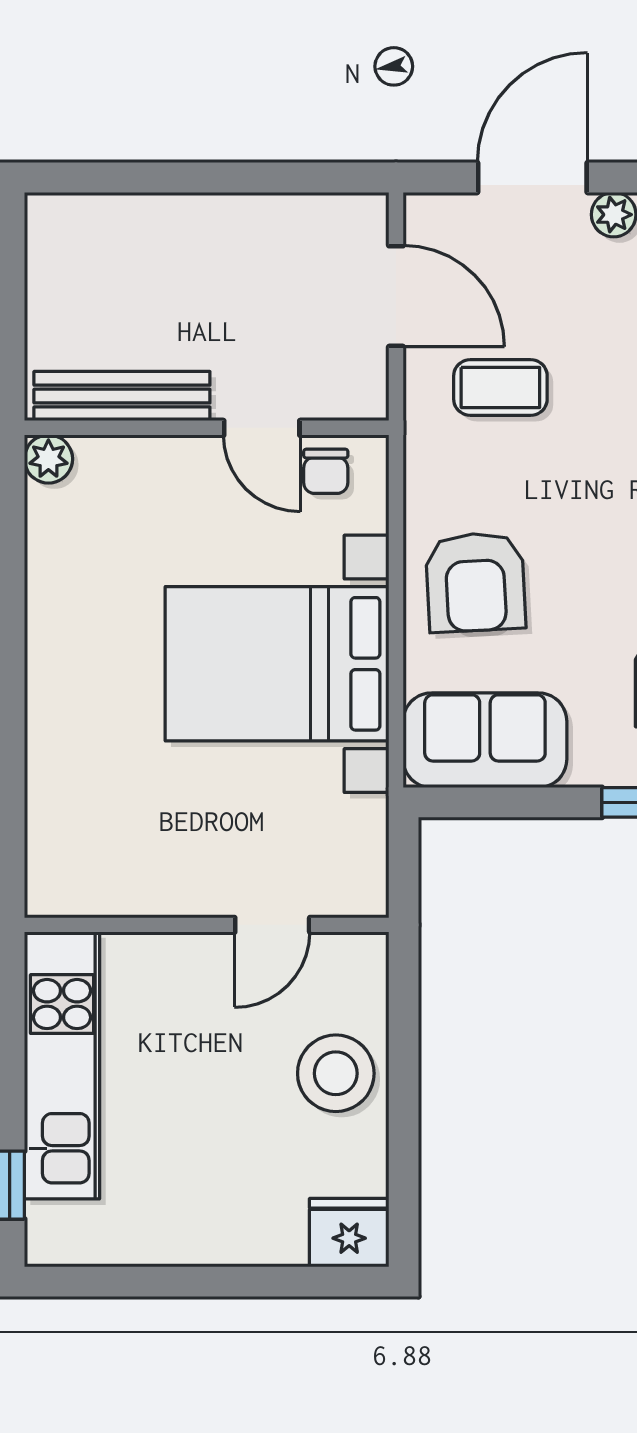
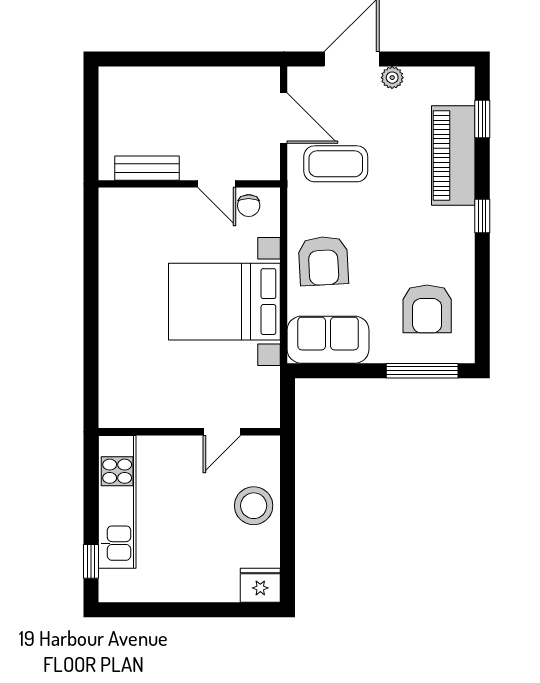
coffee table: (500, 388) -> (336, 164), width x1.36, depth x1.30
bench: (122, 396) -> (147, 168), width x0.73
plant: (48, 459) -> (110, 199), removed

